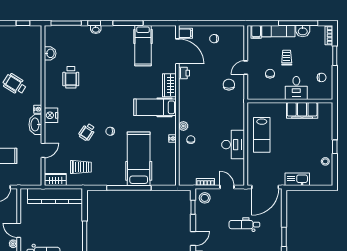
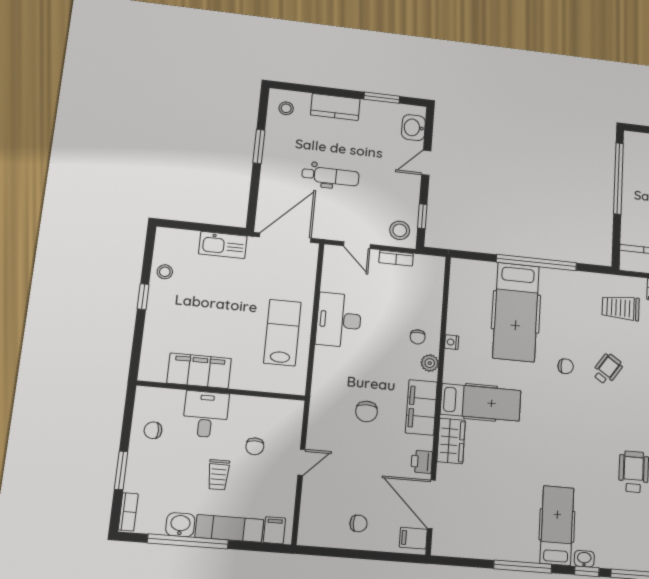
hospital bed: (143, 46) -> (557, 526), moved
chair: (229, 85) -> (366, 411), moved
filing cabinet: (186, 102) -> (421, 407), added

